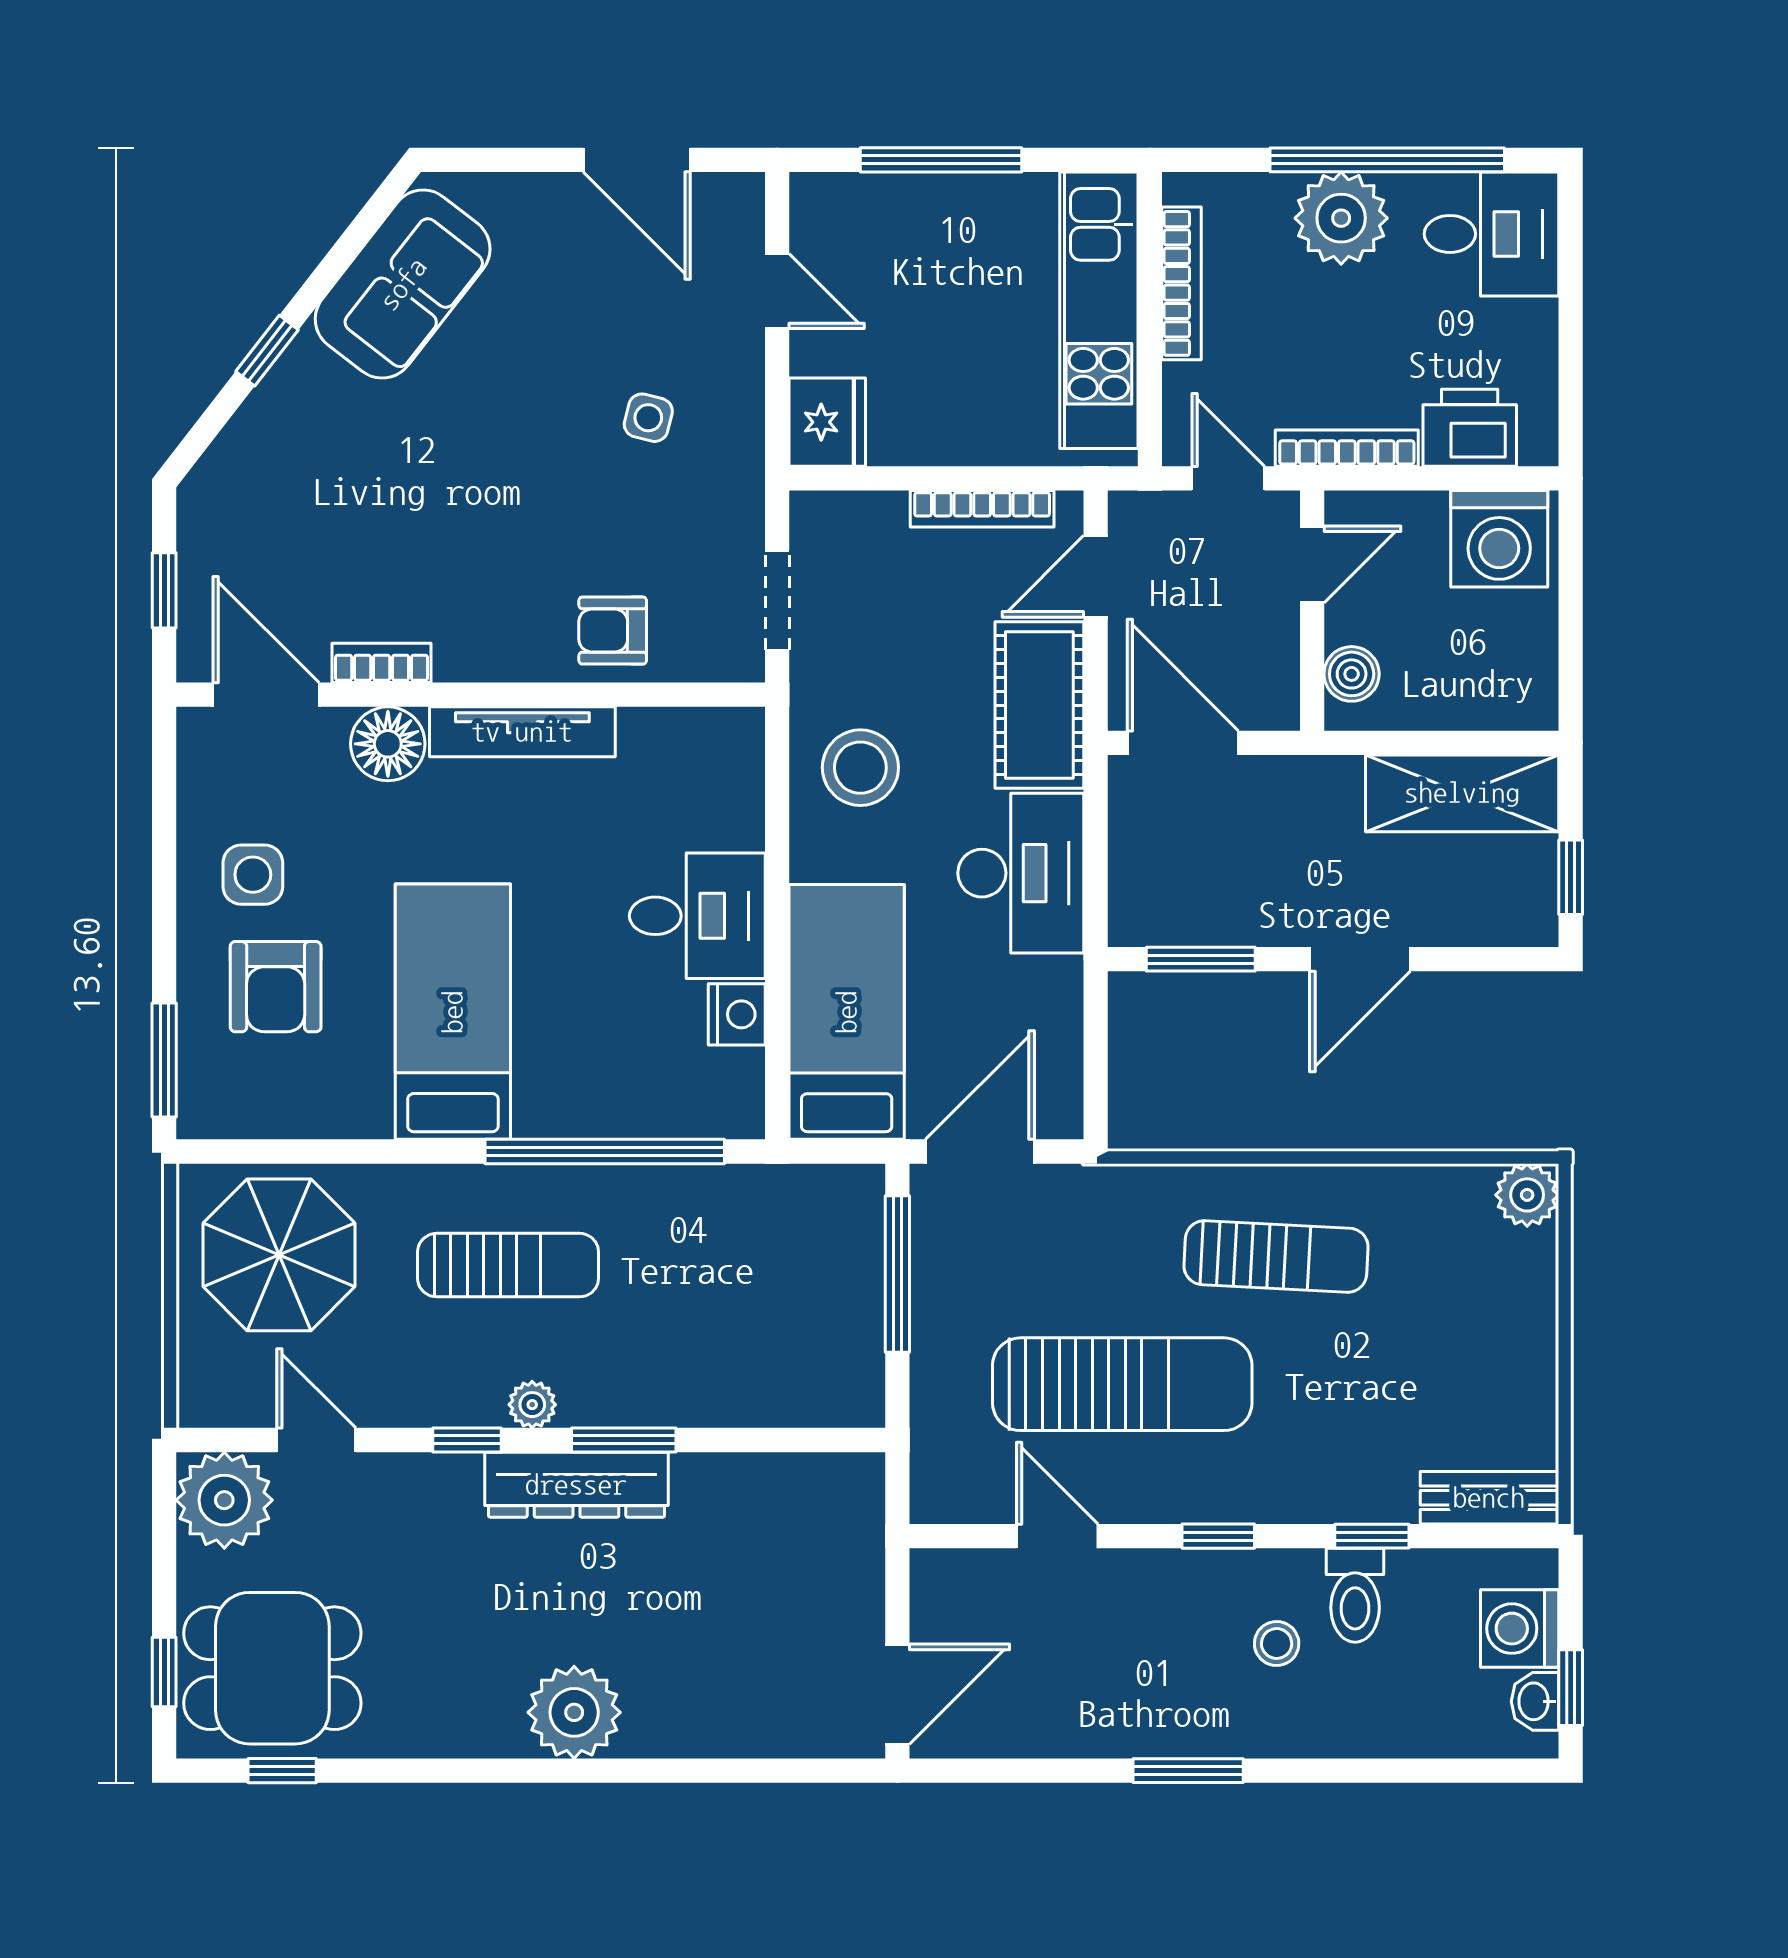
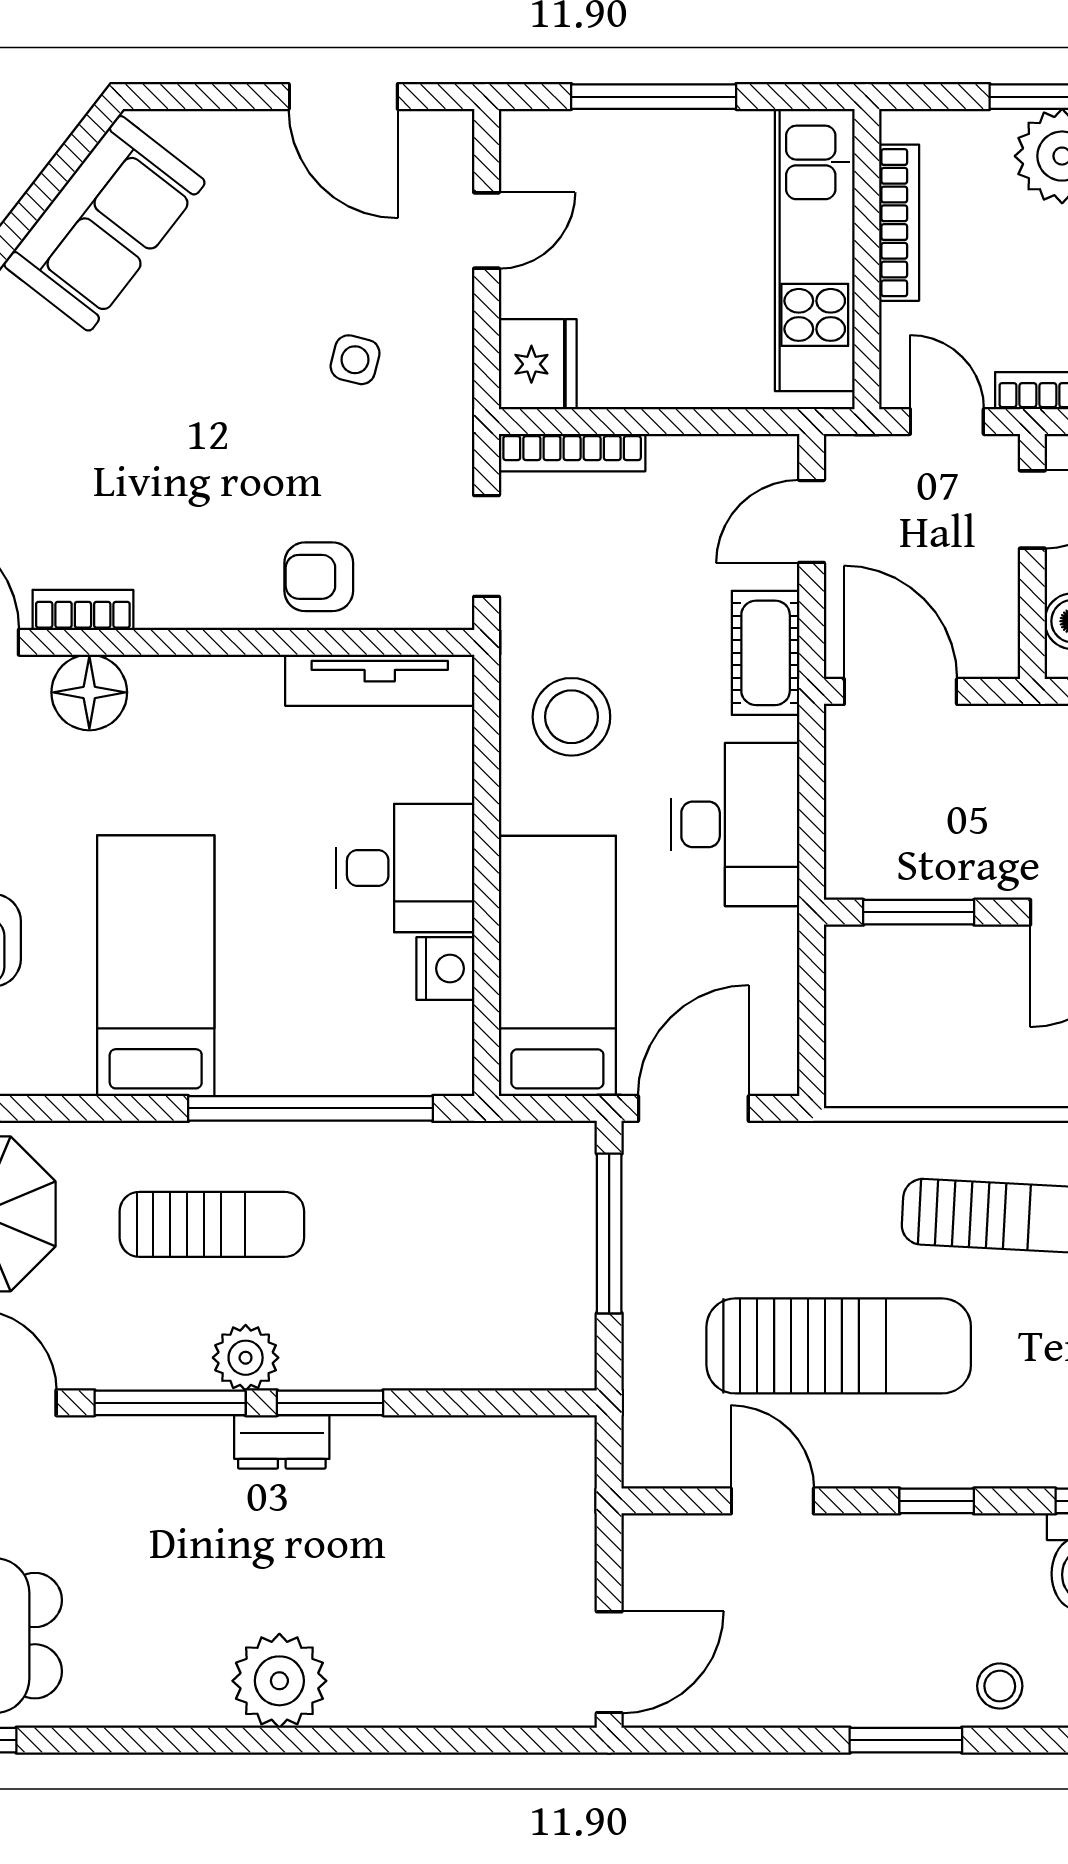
door: (777, 291) -> (487, 230), hinge flipped
bookcase: (982, 509) -> (572, 453), moved
cot: (1039, 705) -> (766, 653), width x0.73, depth x0.75
tv unit: (522, 732) -> (380, 680), moved
plant: (532, 1405) -> (246, 1358), width x1.38, depth x1.38
window: (467, 1440) -> (170, 1403), width x2.17
dresser: (576, 1485) -> (282, 1442), width x0.51, depth x0.80
stool: (1277, 1644) -> (1000, 1686), moved

